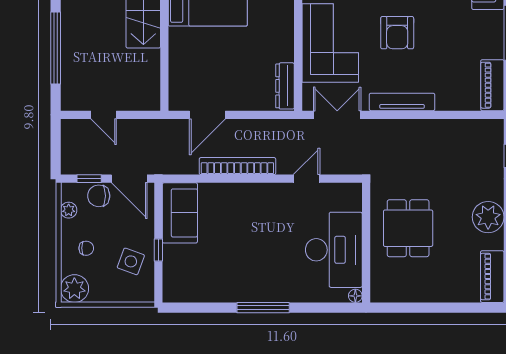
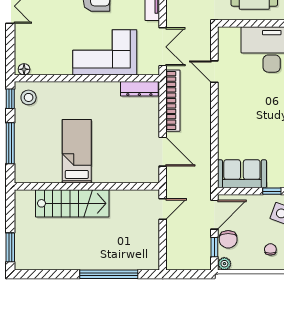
door: (104, 115) -> (163, 209), moved
double door: (337, 115) -> (163, 47), swing flipped
bookcase: (237, 166) -> (173, 101), moved, turned 180
plant: (69, 210) -> (224, 264), moved

